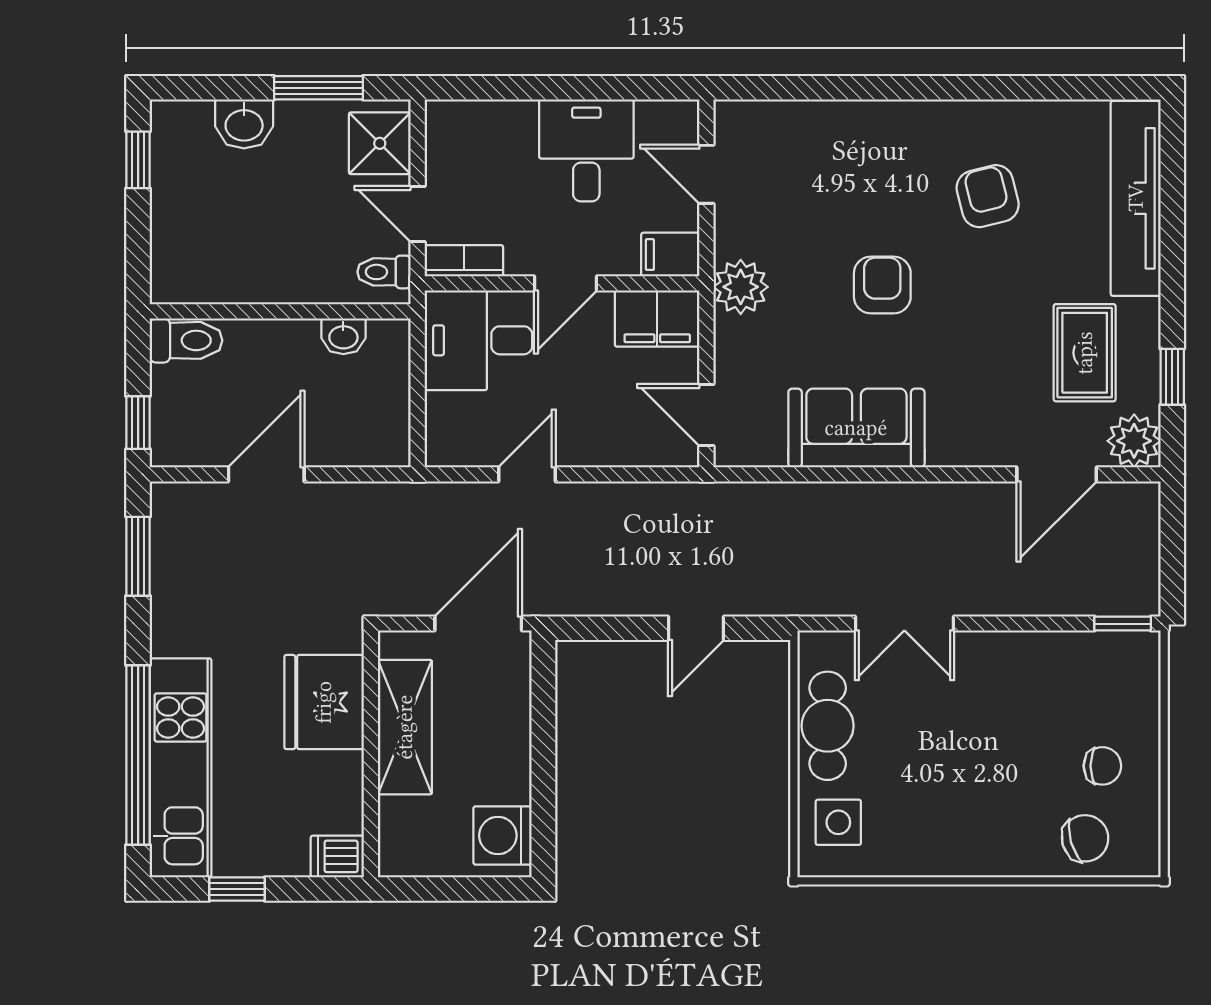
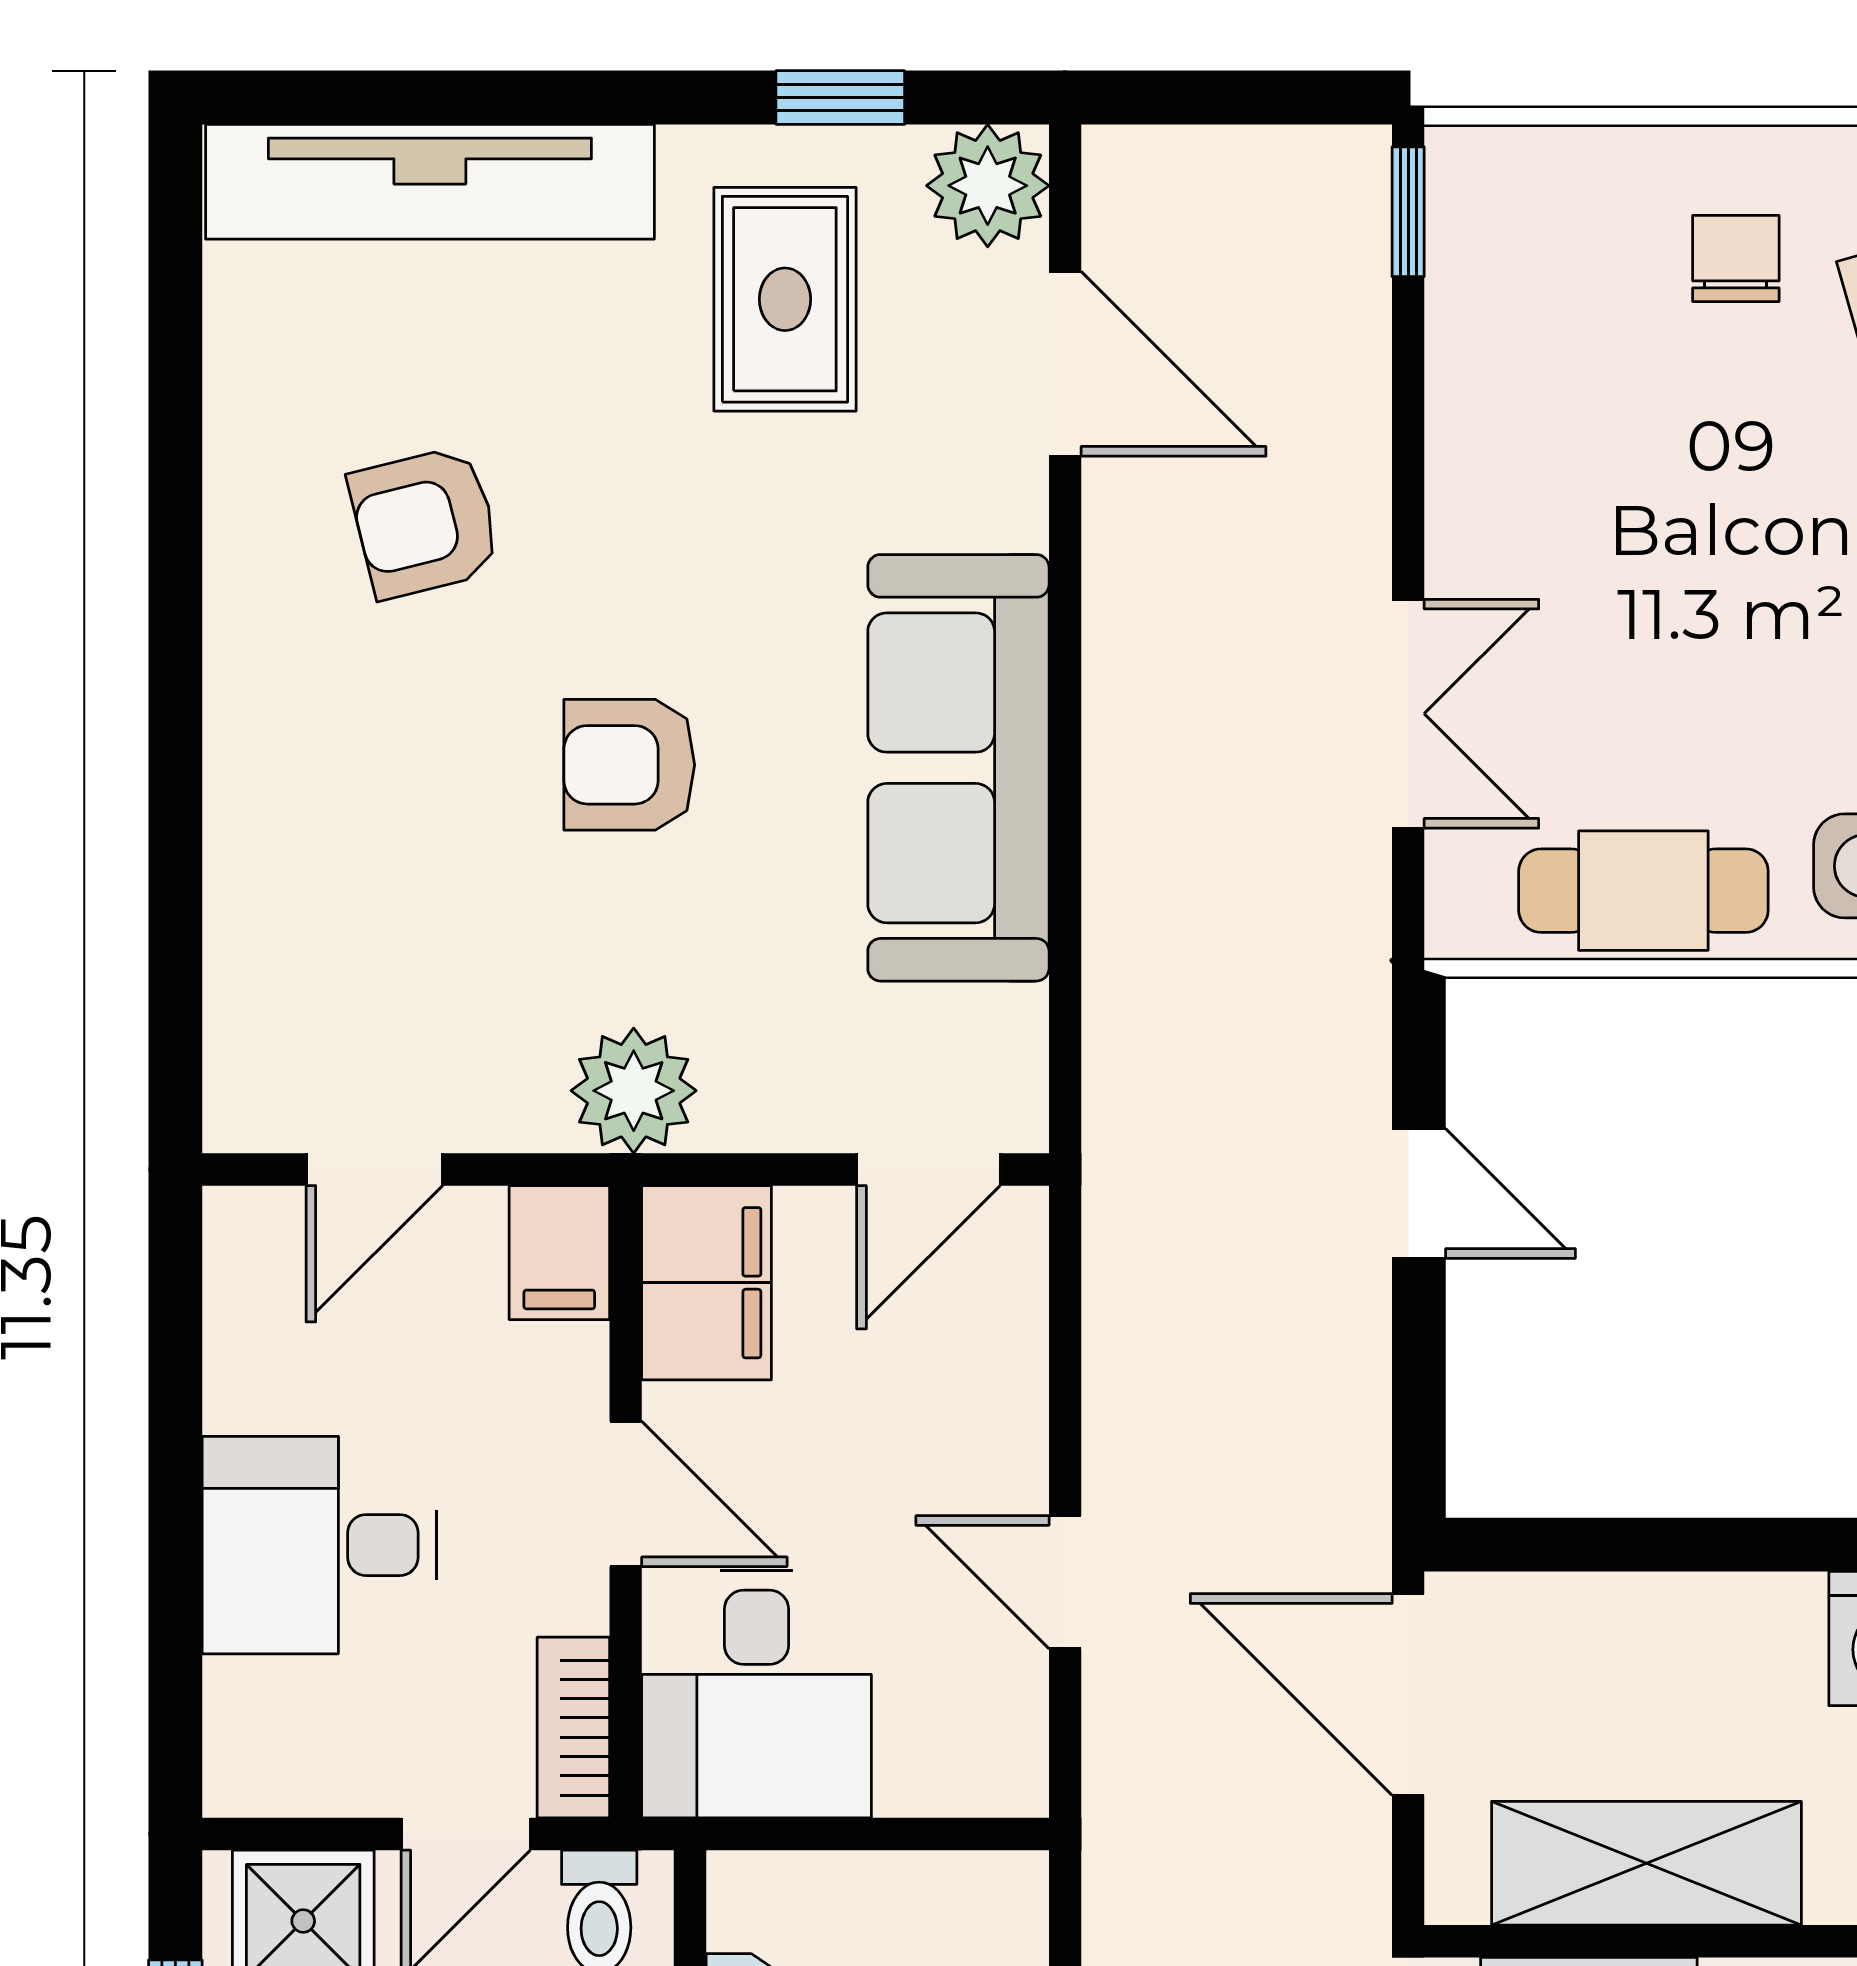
desk: (586, 150) -> (320, 1545), moved
rug: (1085, 353) -> (785, 299), turned 90
sofa: (856, 428) -> (958, 768), width x1.36

